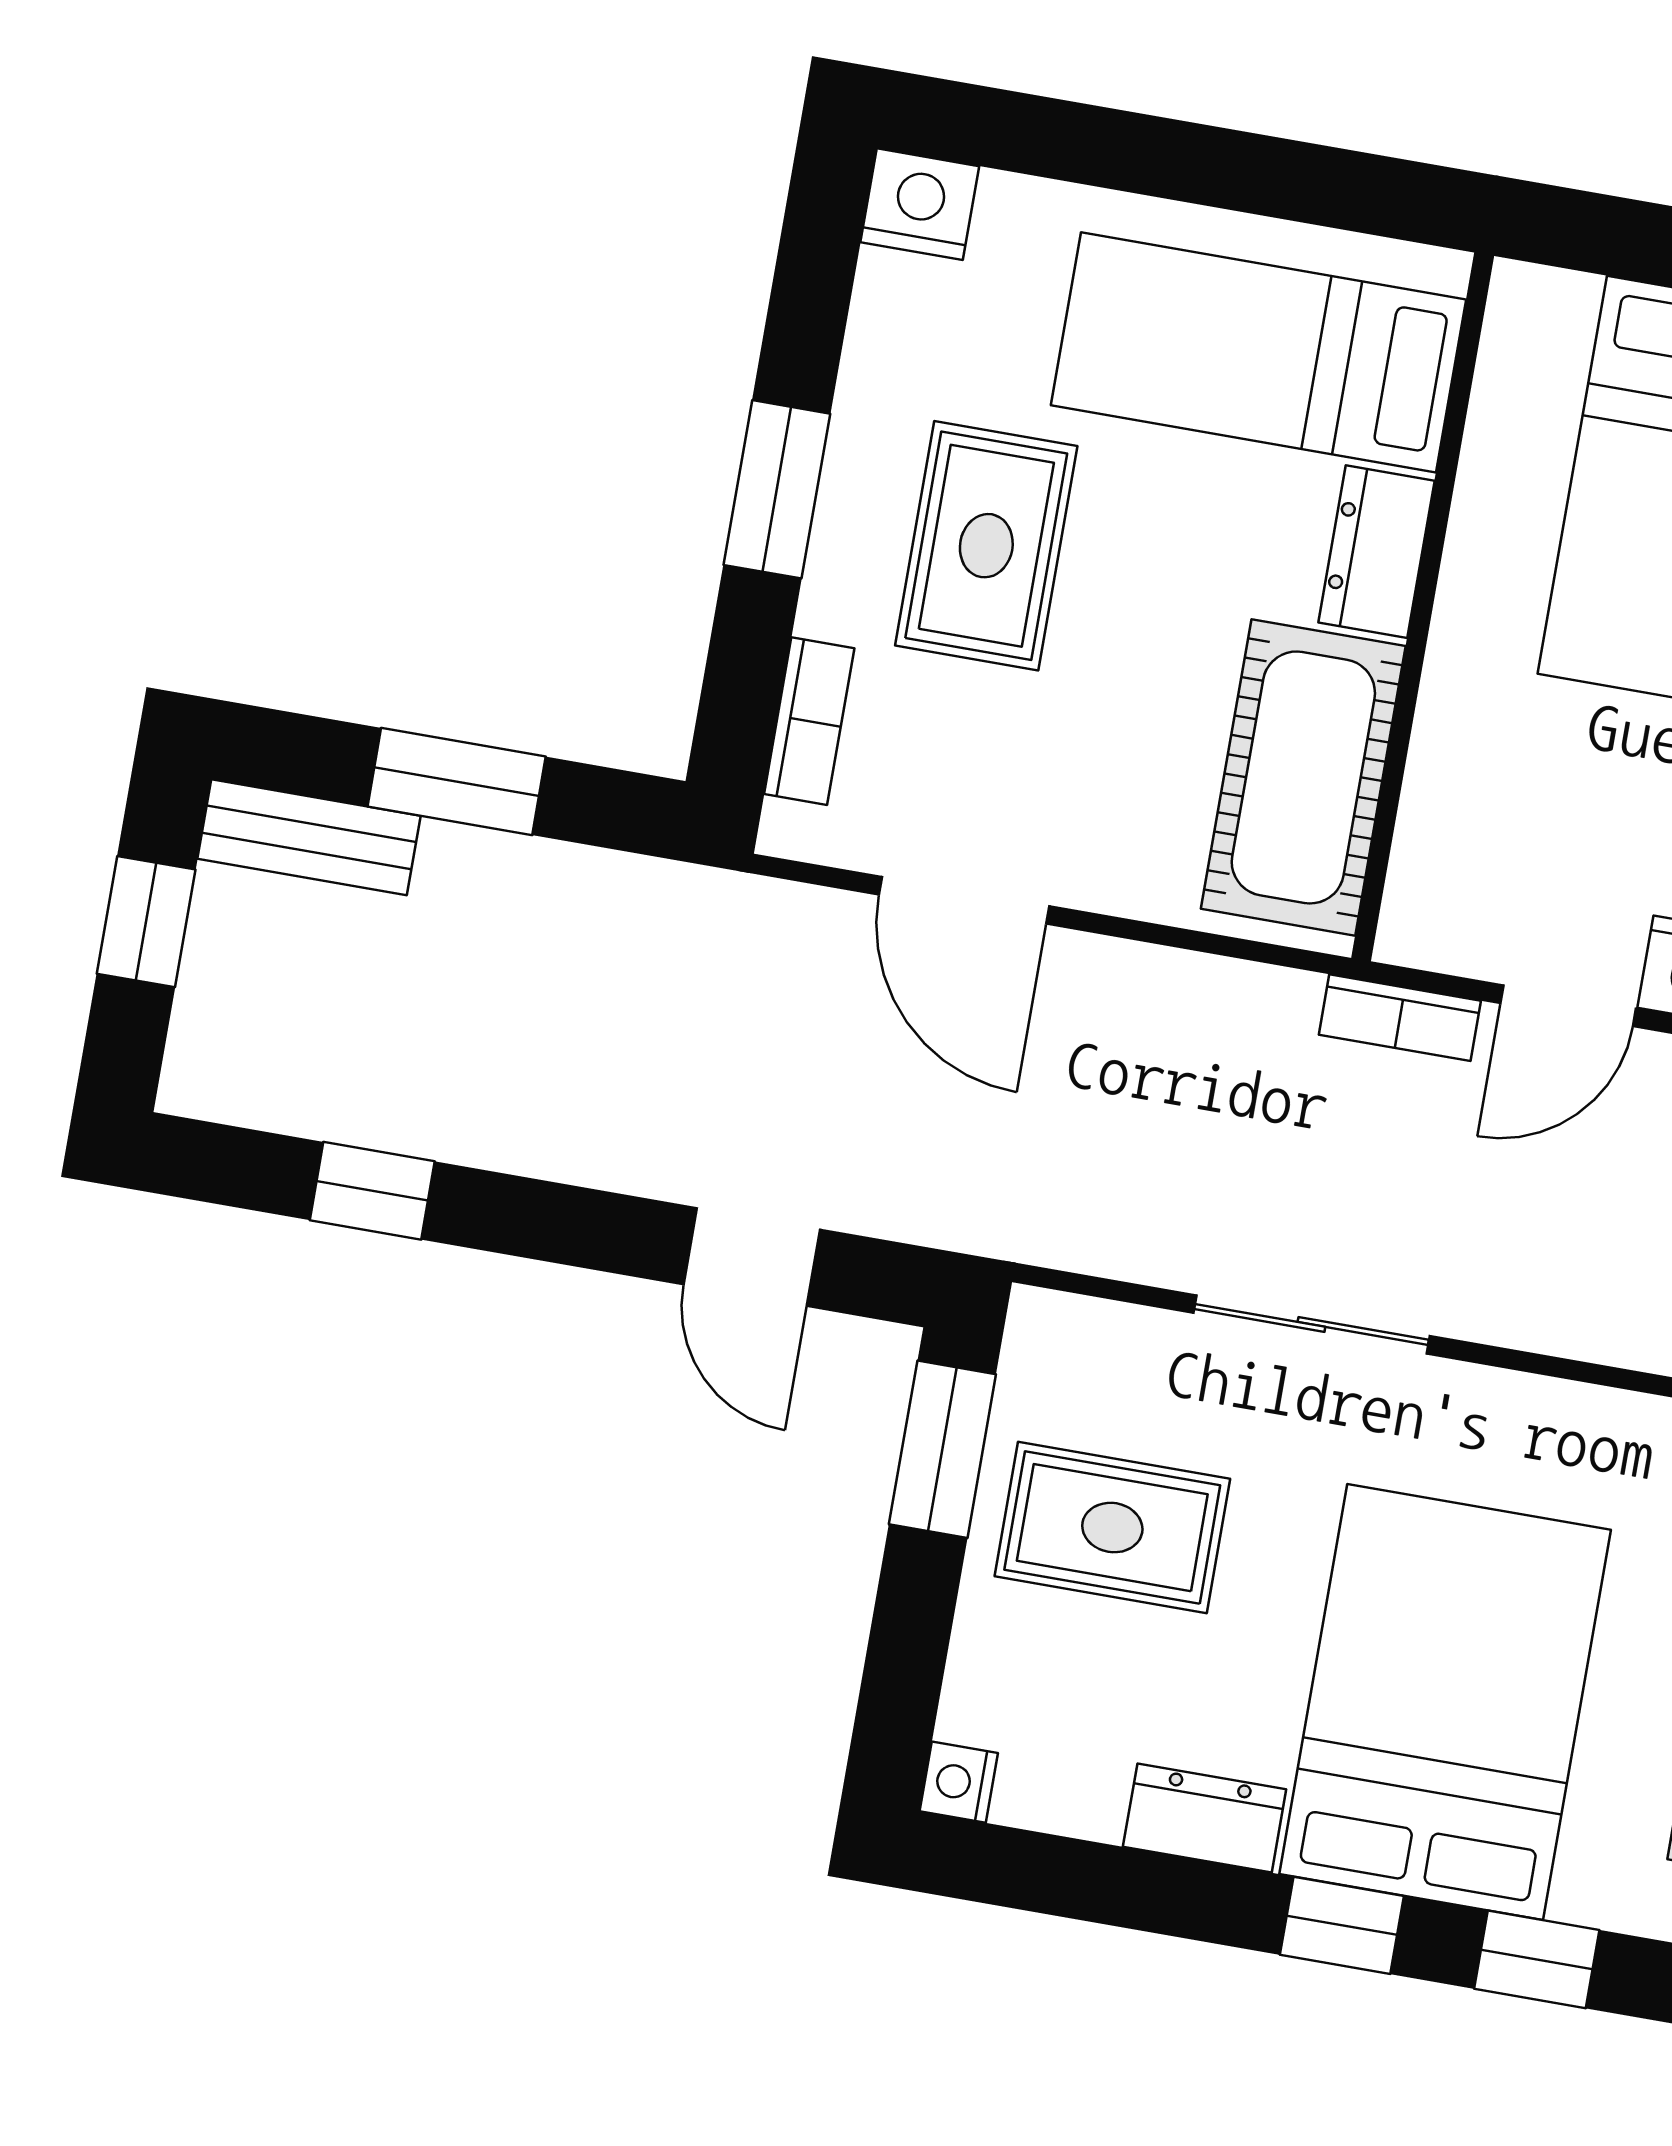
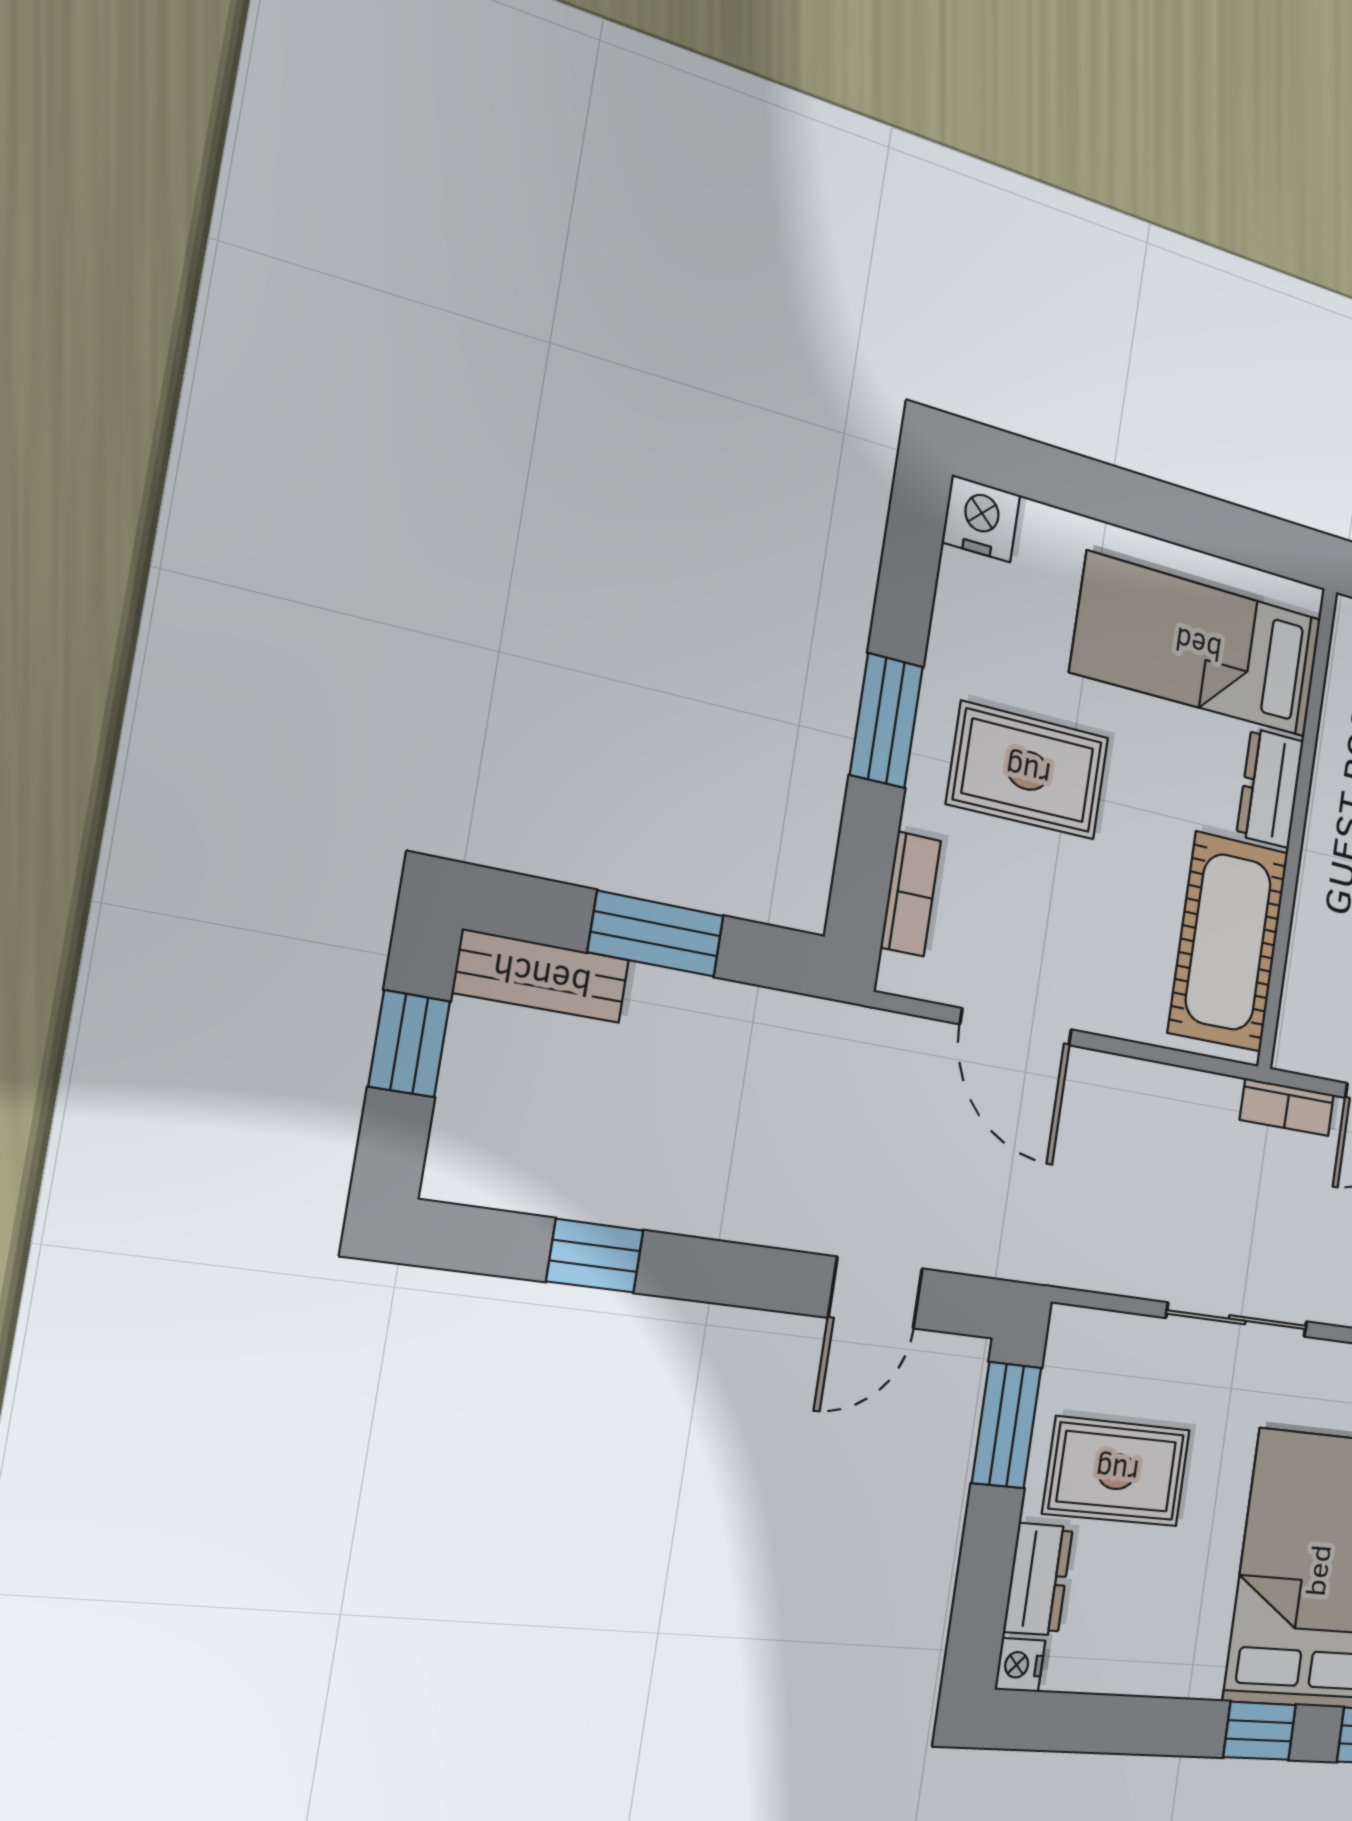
rug: (986, 546) -> (1028, 771), turned 90
door: (752, 1257) -> (876, 1293), hinge flipped
dresser: (1205, 1818) -> (1038, 1579), moved, turned 90

